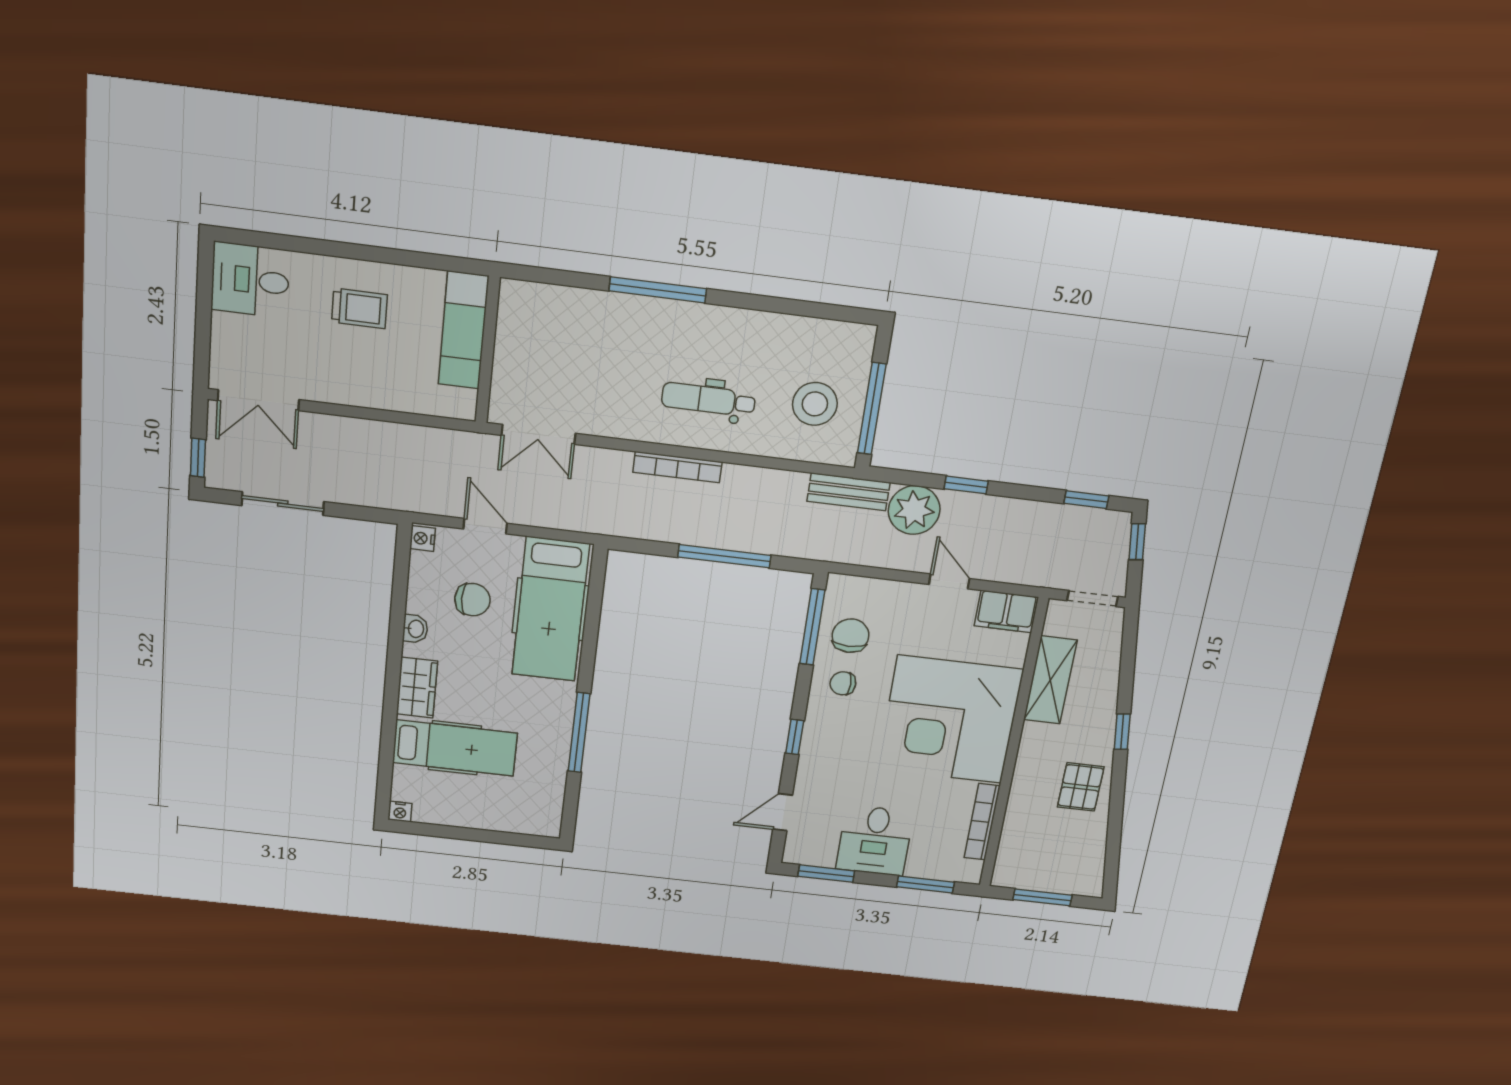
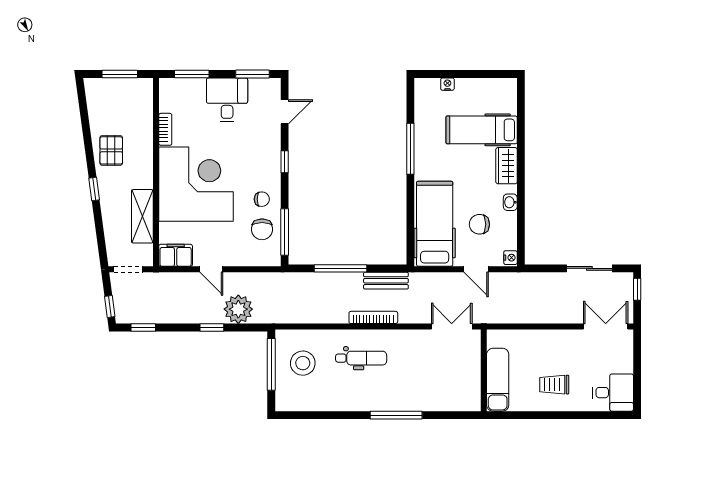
bench: (849, 492) -> (386, 281), moved
nightstand: (400, 811) -> (447, 84), moved
bookcase: (982, 822) -> (165, 129), width x0.64

